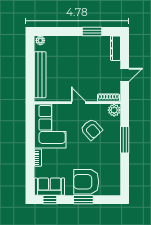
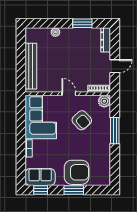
plant: (40, 40) -> (55, 32), moved
armchair: (86, 182) -> (77, 172), turned 180

